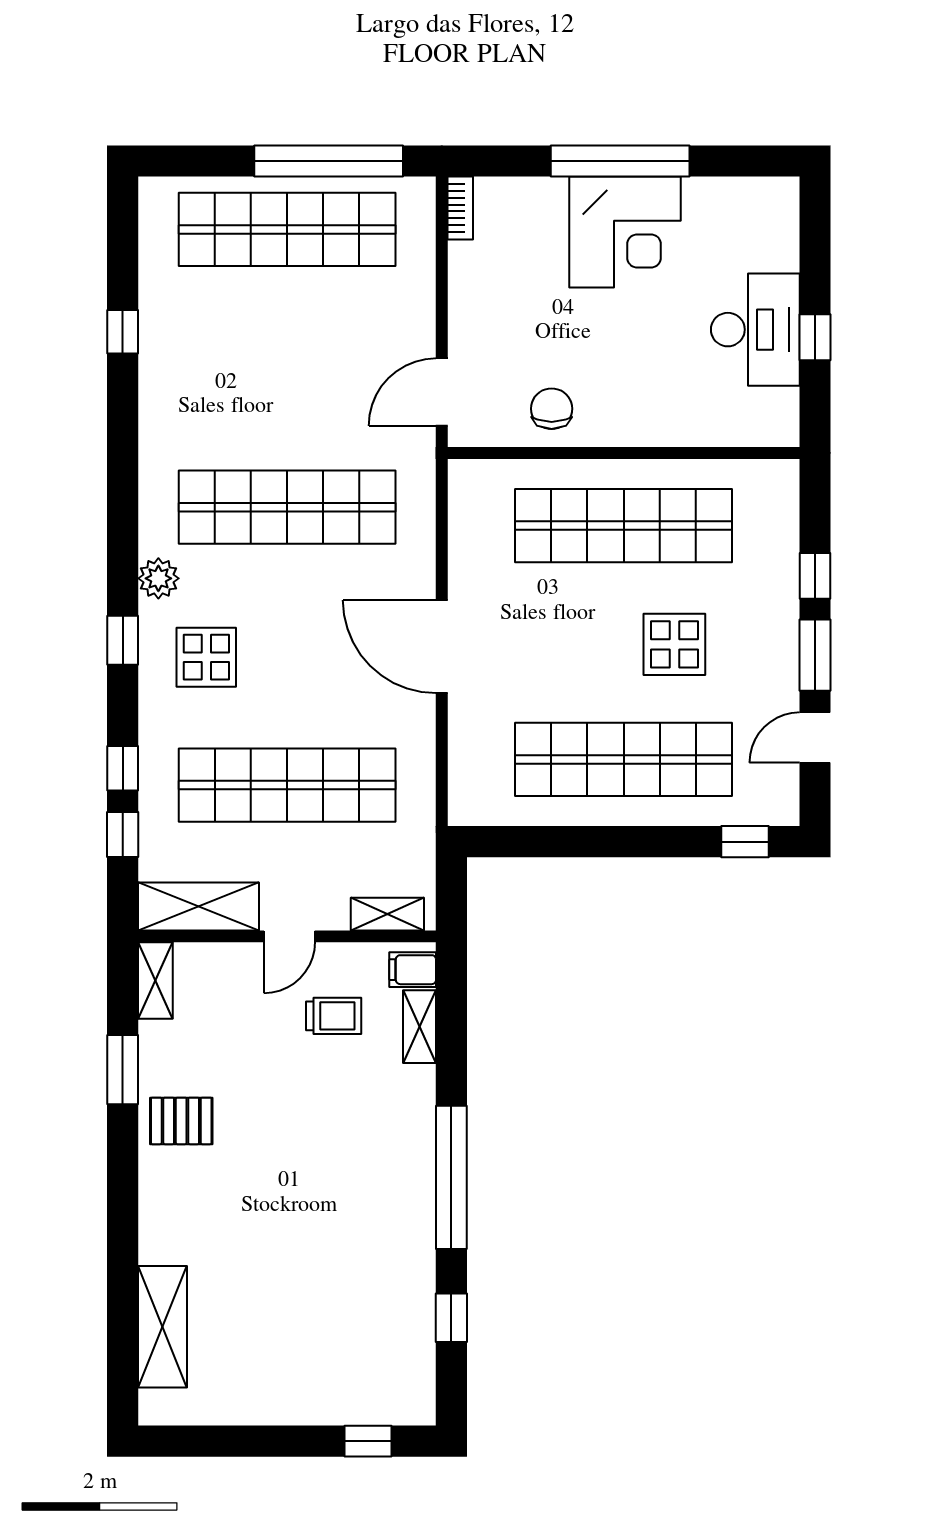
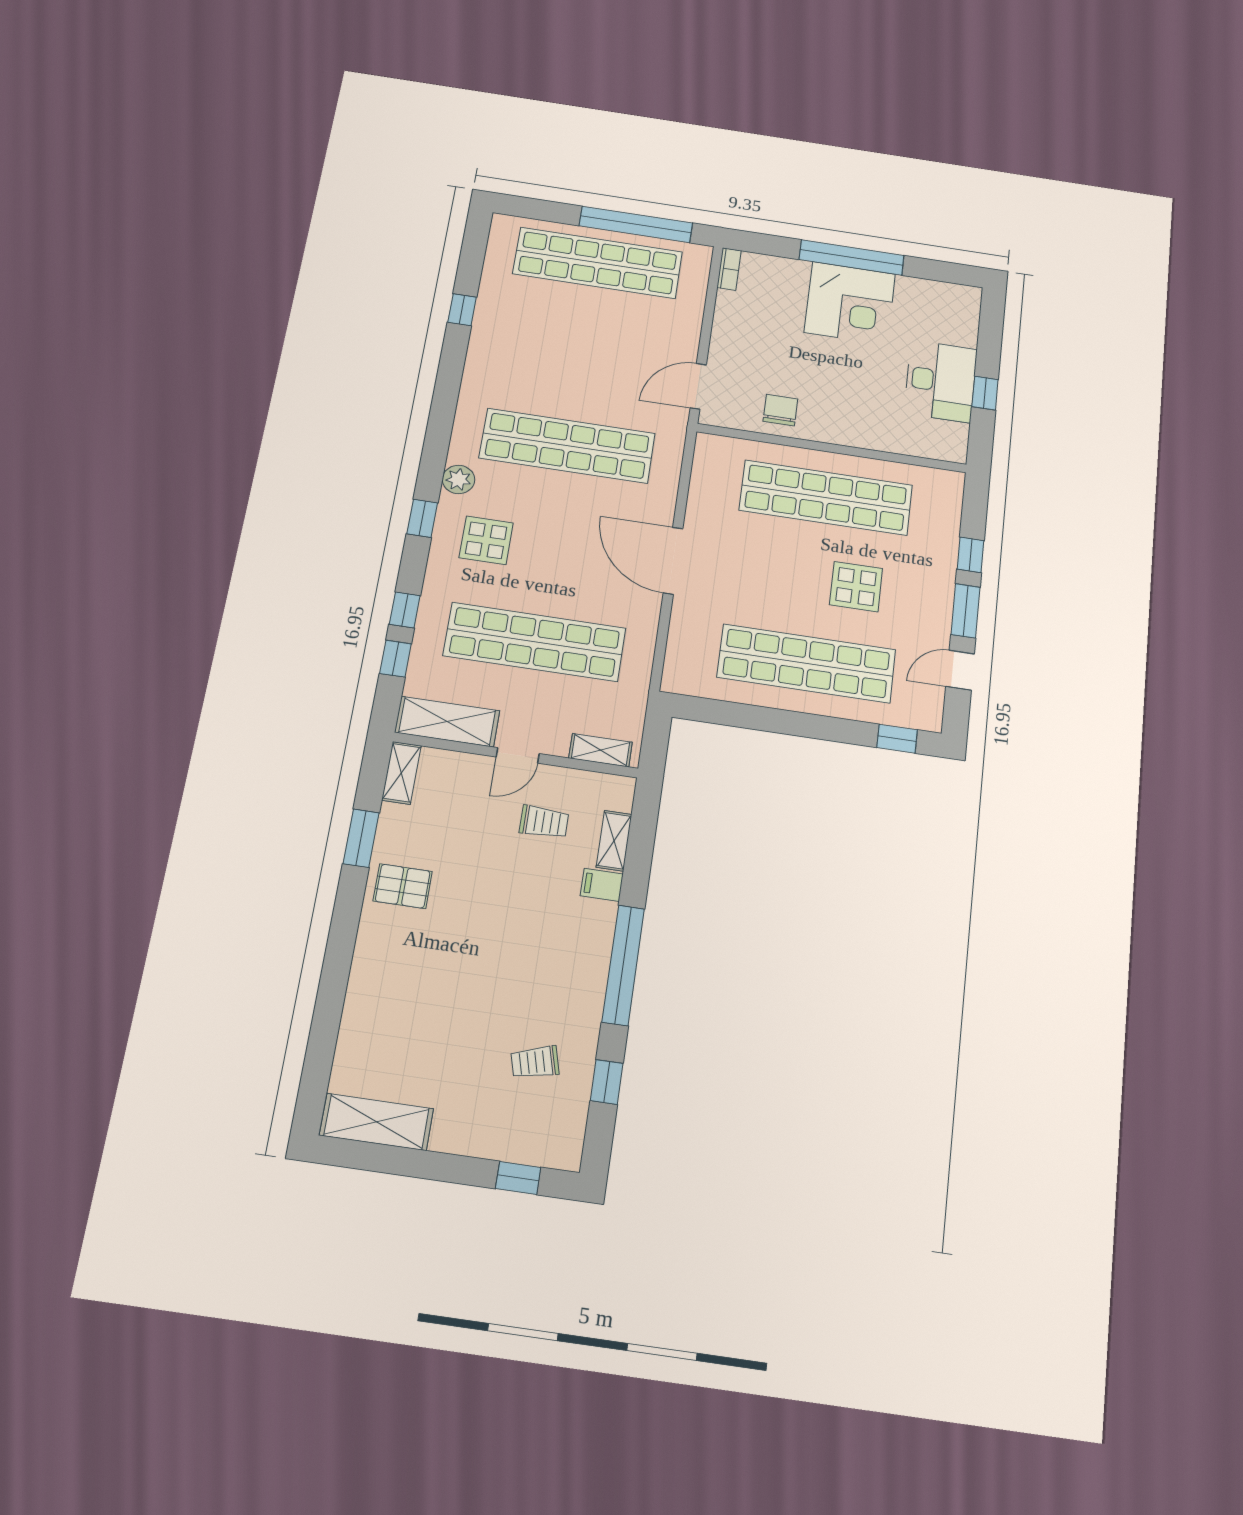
filing cabinet: (413, 970) -> (602, 885), moved
trolley: (367, 1307) -> (535, 1062), added
shelving: (163, 1327) -> (377, 1122), moved, turned 90

